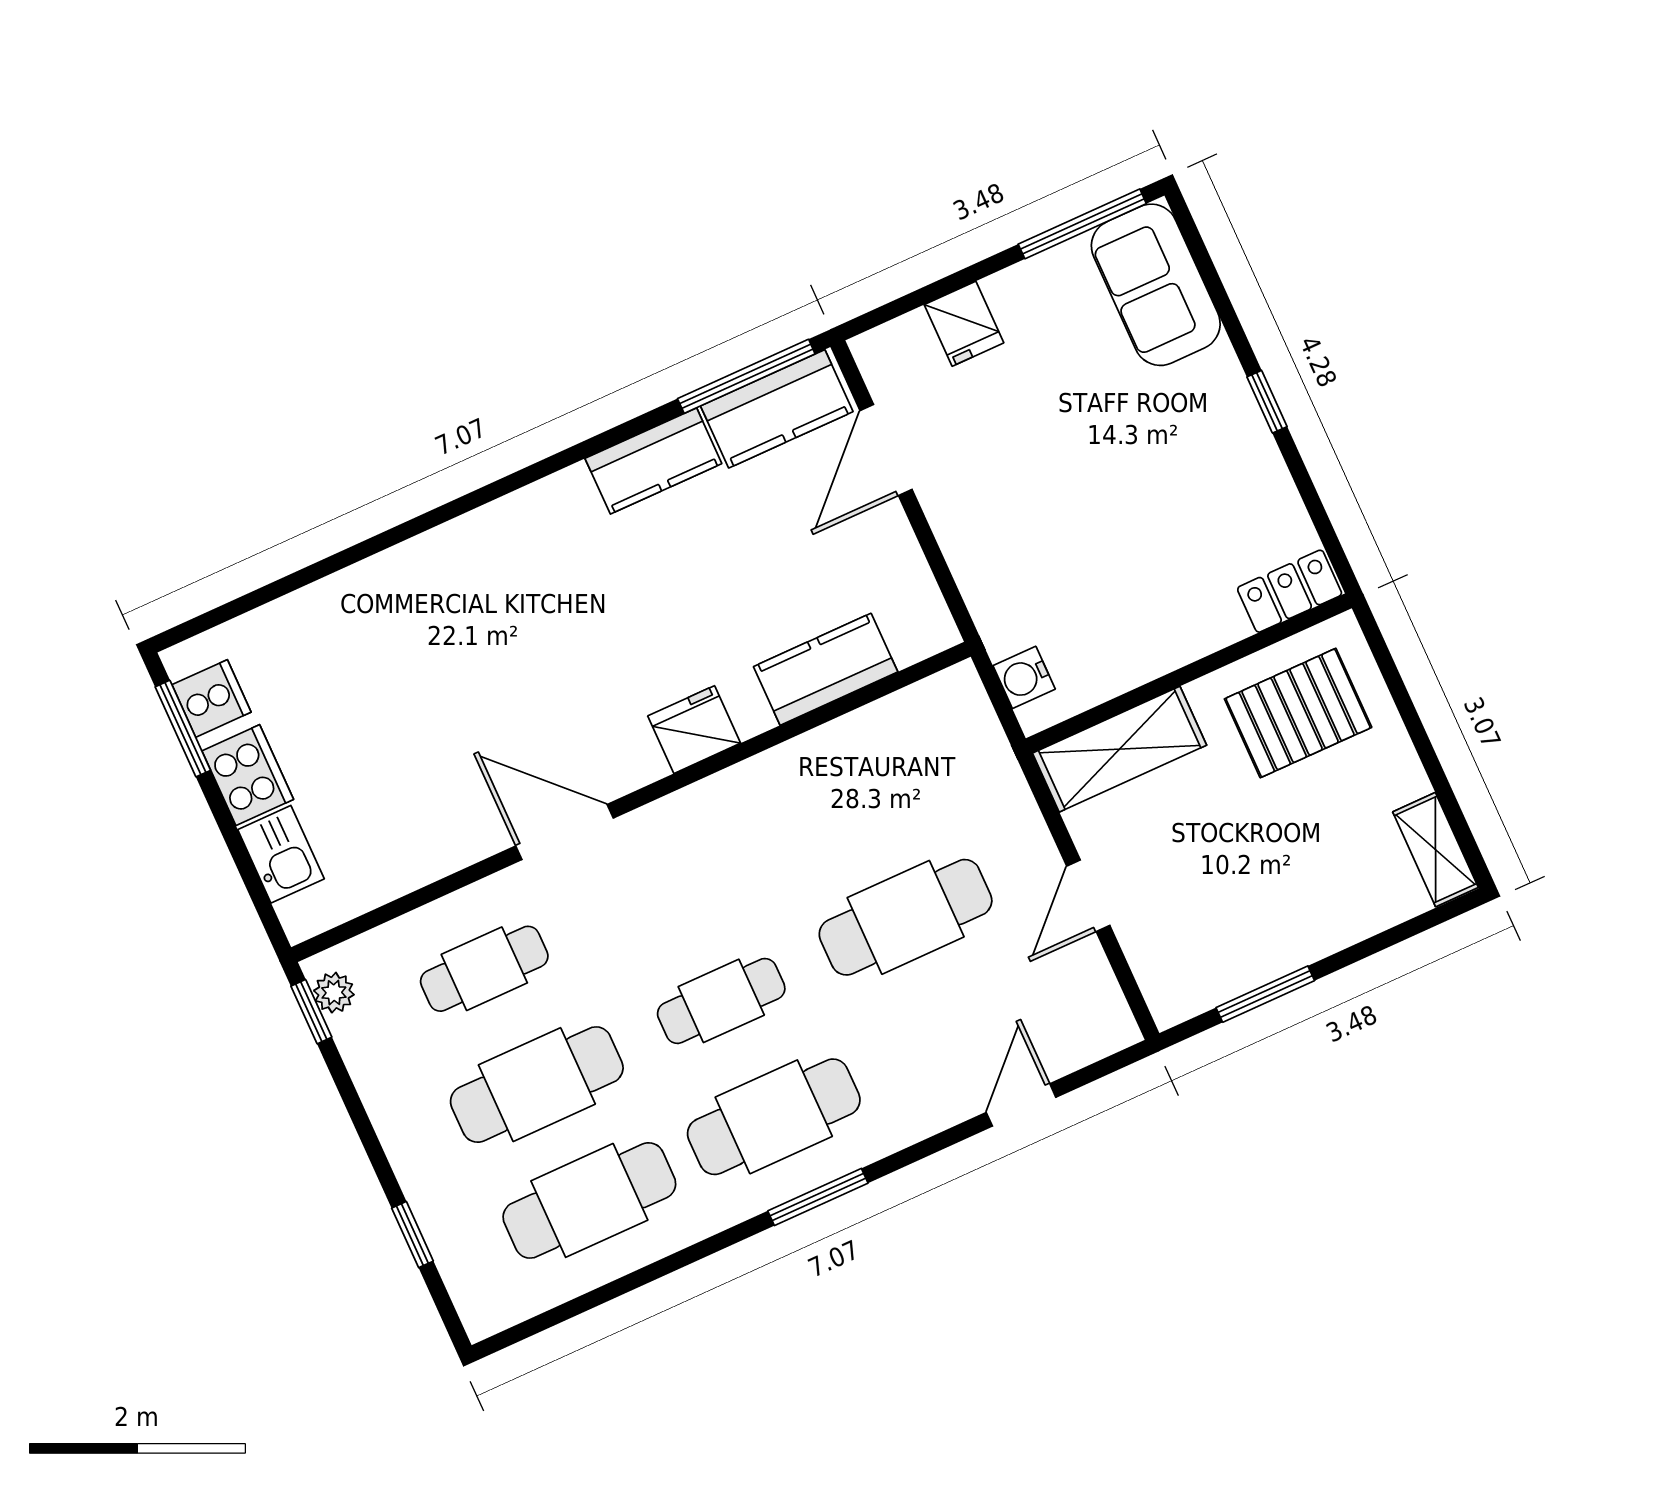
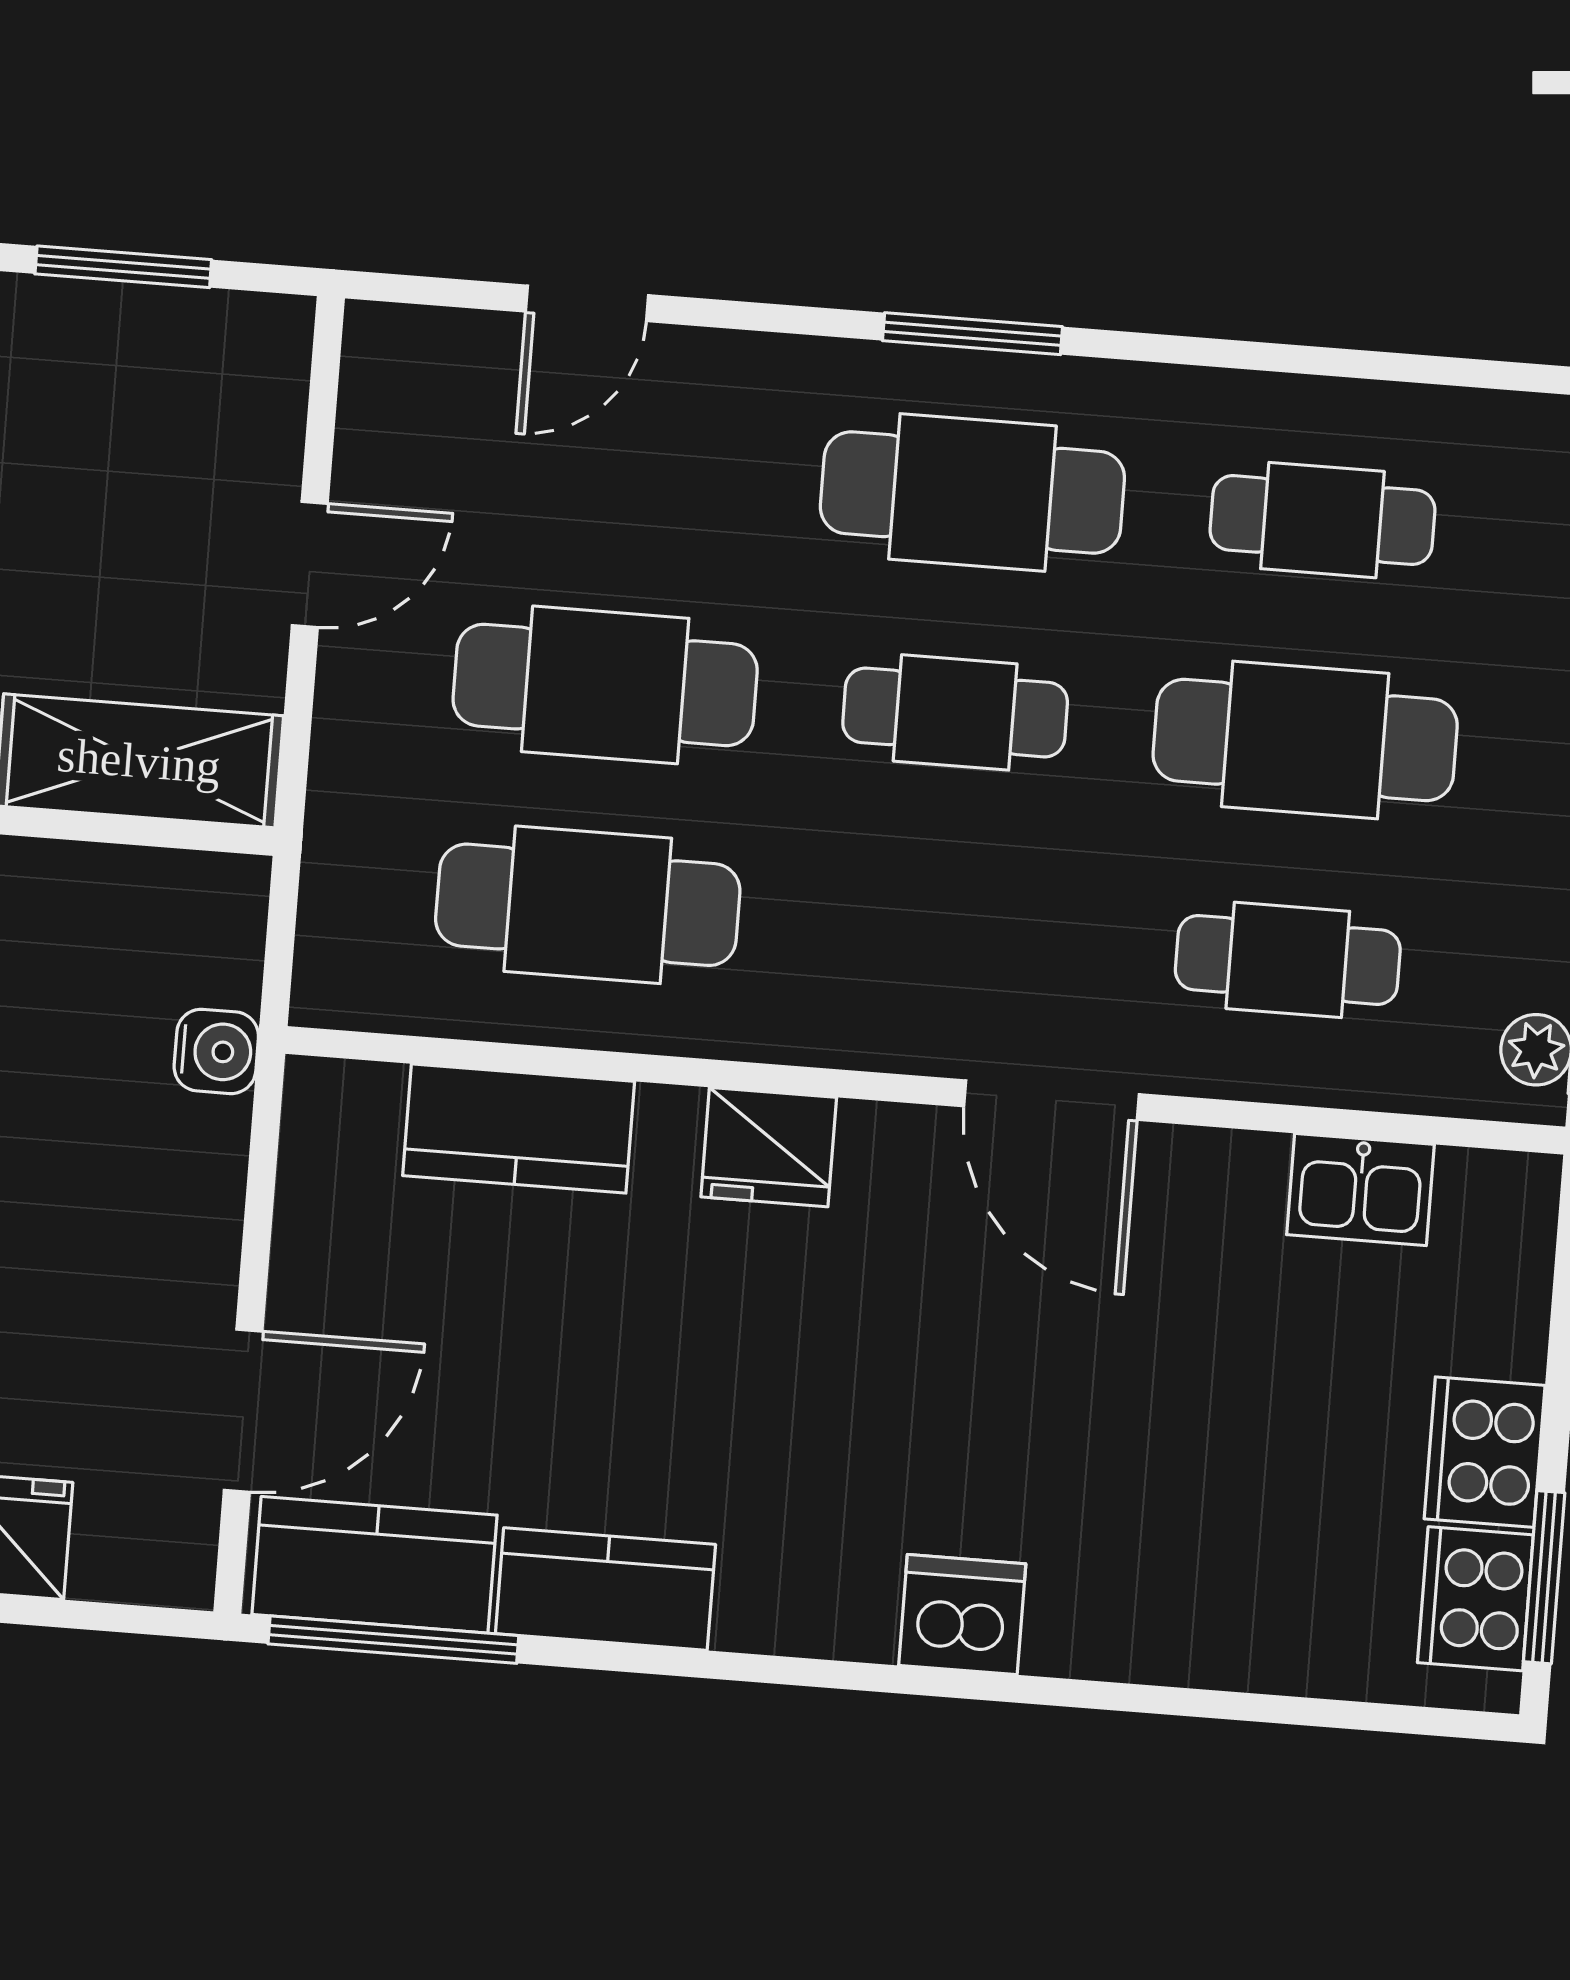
dishwasher: (466, 547) -> (962, 1615), added
water cooler: (1024, 677) -> (216, 1051), moved
cooker: (212, 698) -> (1475, 1599), width x1.36
cafe table: (853, 801) -> (588, 905), added
kitchen sink: (281, 854) -> (1360, 1190), moved, turned -90
cafe table: (589, 1200) -> (1322, 520), width x0.73, depth x0.74

